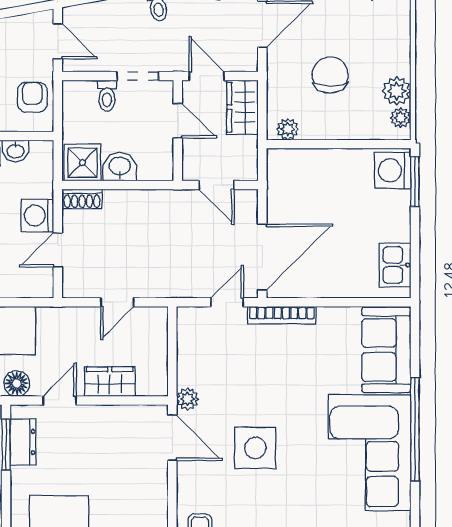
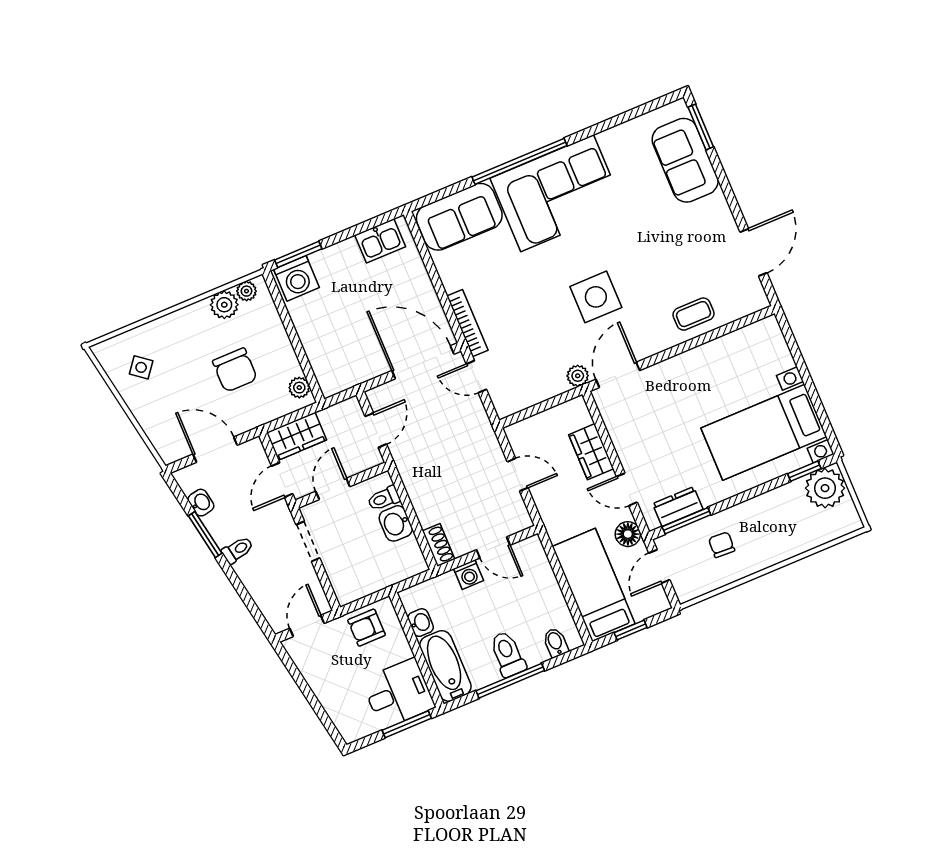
chair: (330, 75) -> (235, 370), turned -90
toilet: (107, 96) -> (384, 498), moved, turned 180
shower: (82, 163) -> (406, 558), removed
washing machine: (37, 216) -> (469, 575), width x0.73, depth x0.73

